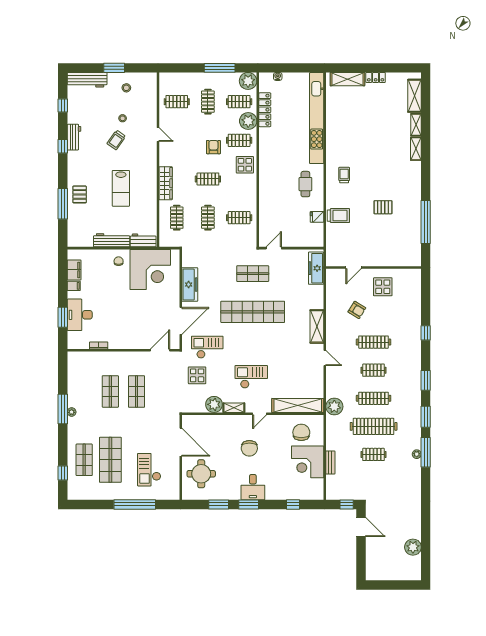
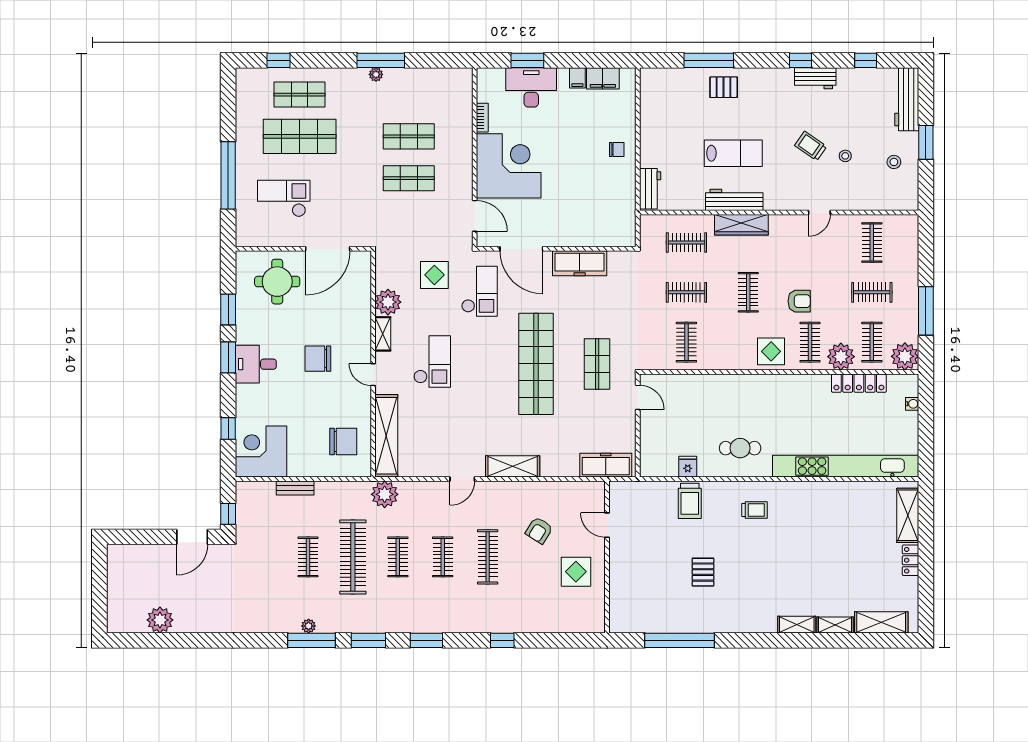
lab bench: (121, 188) -> (733, 153), turned 180
workbench: (112, 240) -> (734, 200), moved, turned -90
corner desk: (150, 269) -> (509, 166), moved, turned 180
clothes rail: (374, 398) -> (398, 557), width x0.73
corner desk: (308, 462) -> (261, 452), moved

